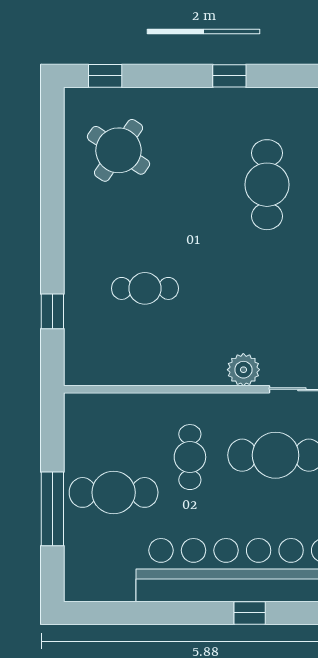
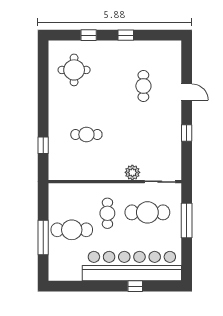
window: (105, 76) -> (89, 35), moved
round table: (118, 150) -> (74, 70), turned -34
cafe table: (267, 185) -> (143, 86), width x0.73, depth x0.74

